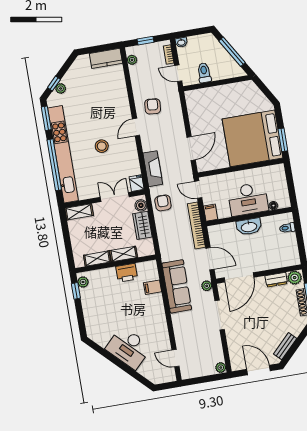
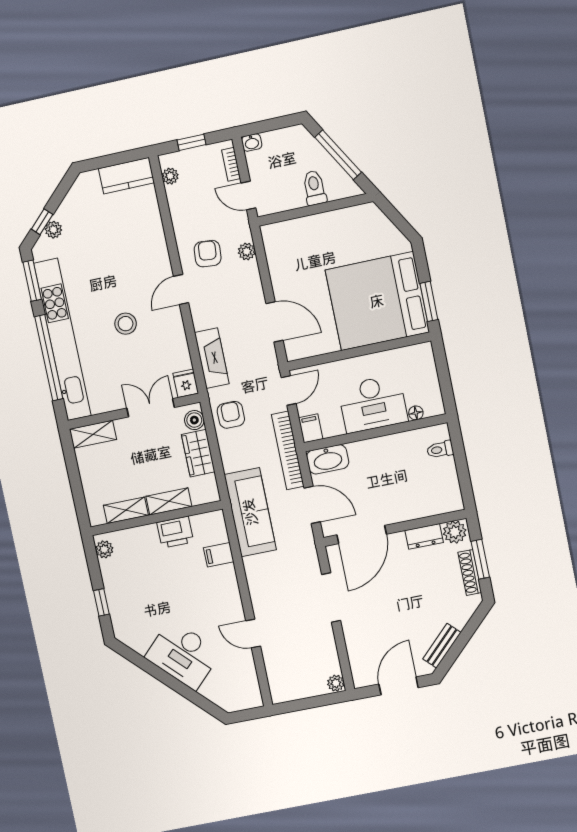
toilet: (204, 73) -> (314, 188), moved
door: (191, 148) -> (274, 322), hinge flipped
door: (198, 190) -> (289, 391), swing flipped
washbasin: (249, 227) -> (328, 459), moved
sofa: (177, 286) -> (250, 512), moved
plant: (207, 286) -> (247, 251), moved
window: (76, 291) -> (101, 602), moved
door: (175, 358) -> (253, 634), moved
door: (258, 370) -> (399, 686), hinge flipped

